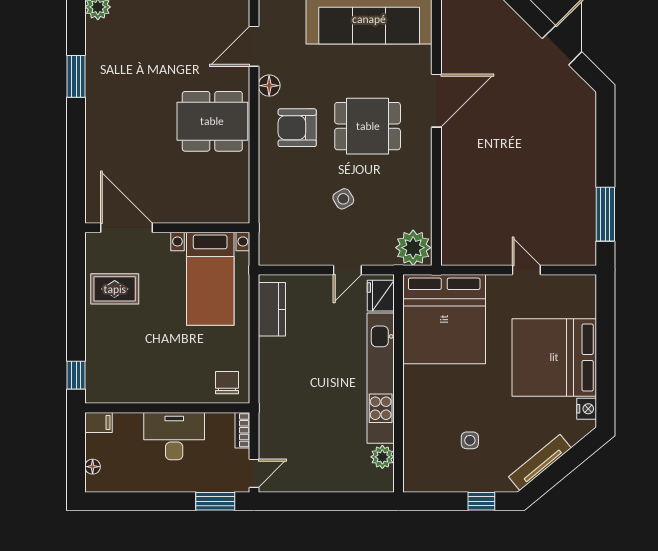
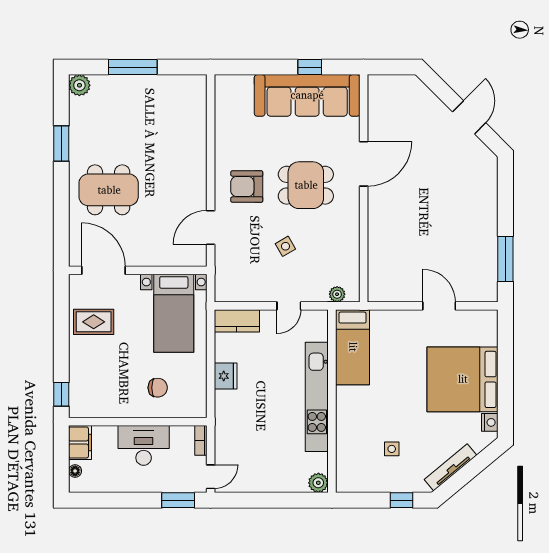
door: (254, 46) -> (211, 227), moved
floor lamp: (269, 86) -> (223, 151), removed
dining table: (212, 121) -> (109, 190), moved
plant: (413, 248) -> (337, 294), width x0.53, depth x0.53
door: (526, 270) -> (439, 306), width x1.38
fridge: (381, 296) -> (226, 376), moved, turned 180
kitchen counter: (272, 309) -> (237, 321), moved, turned 90
bed: (444, 319) -> (353, 347), width x0.49
chair: (227, 383) -> (158, 388), moved, turned 90
filing cabinet: (99, 422) -> (80, 442), width x2.00
plant: (382, 457) -> (318, 483), moved

